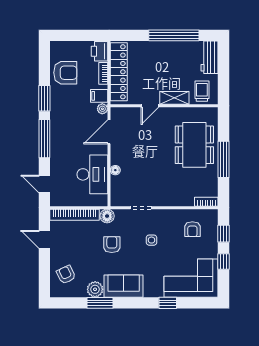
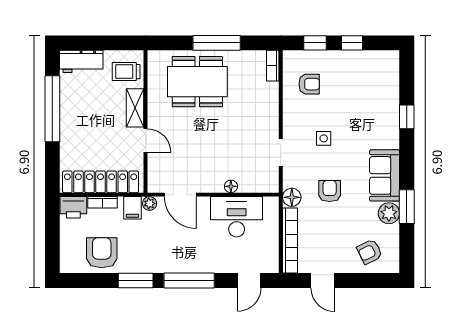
door: (44, 239) -> (323, 280), hinge flipped
armchair: (112, 245) -> (330, 191), turned 90
corner sofa: (191, 278) -> (374, 86), removed

